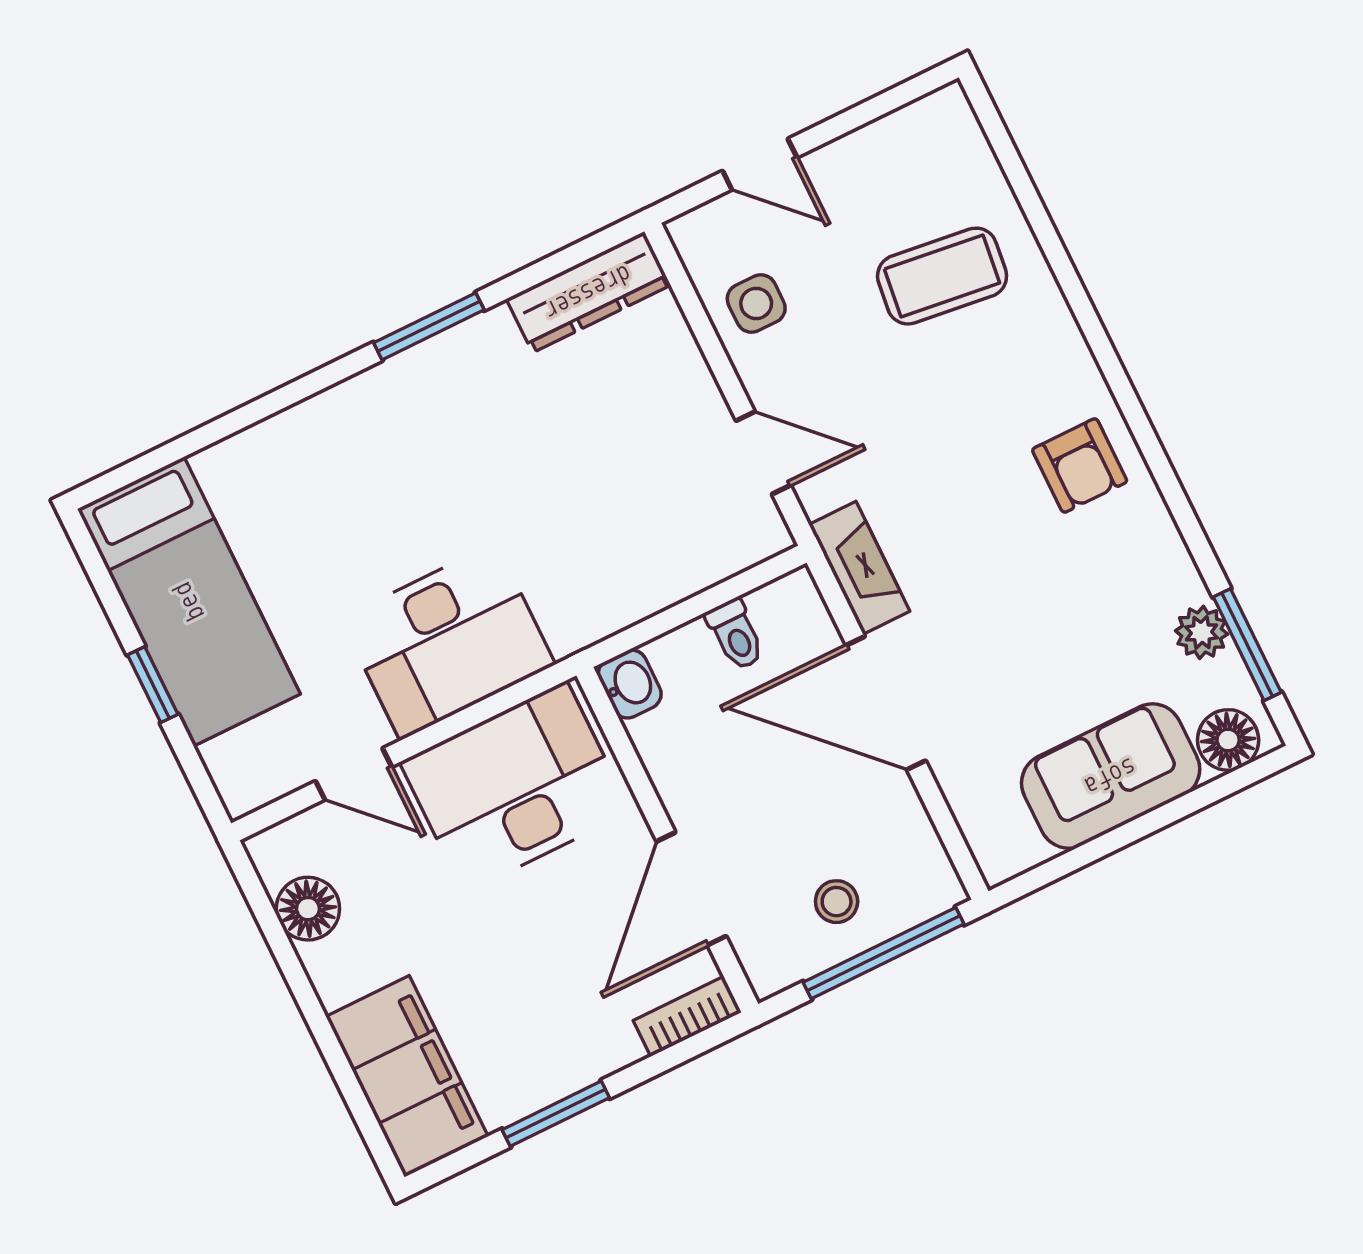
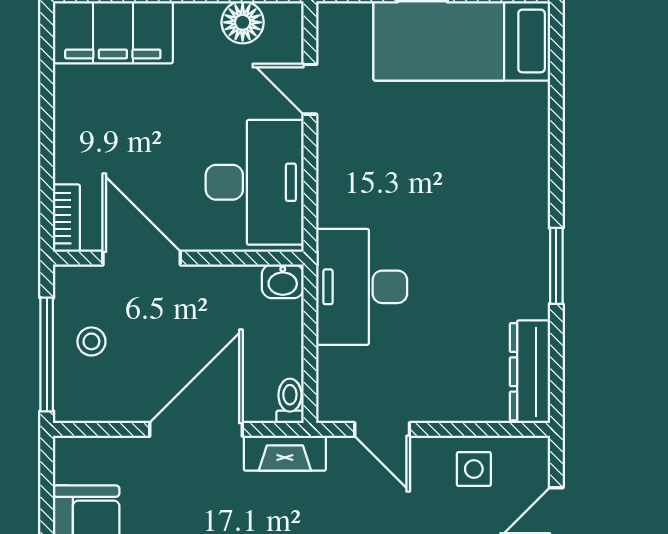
door: (763, 453) -> (382, 429), hinge flipped
toilet: (735, 634) -> (290, 401), moved, turned 90
desk: (448, 641) -> (362, 287), moved
door: (354, 774) -> (310, 89), hinge flipped
window: (556, 1114) -> (47, 111), removed

